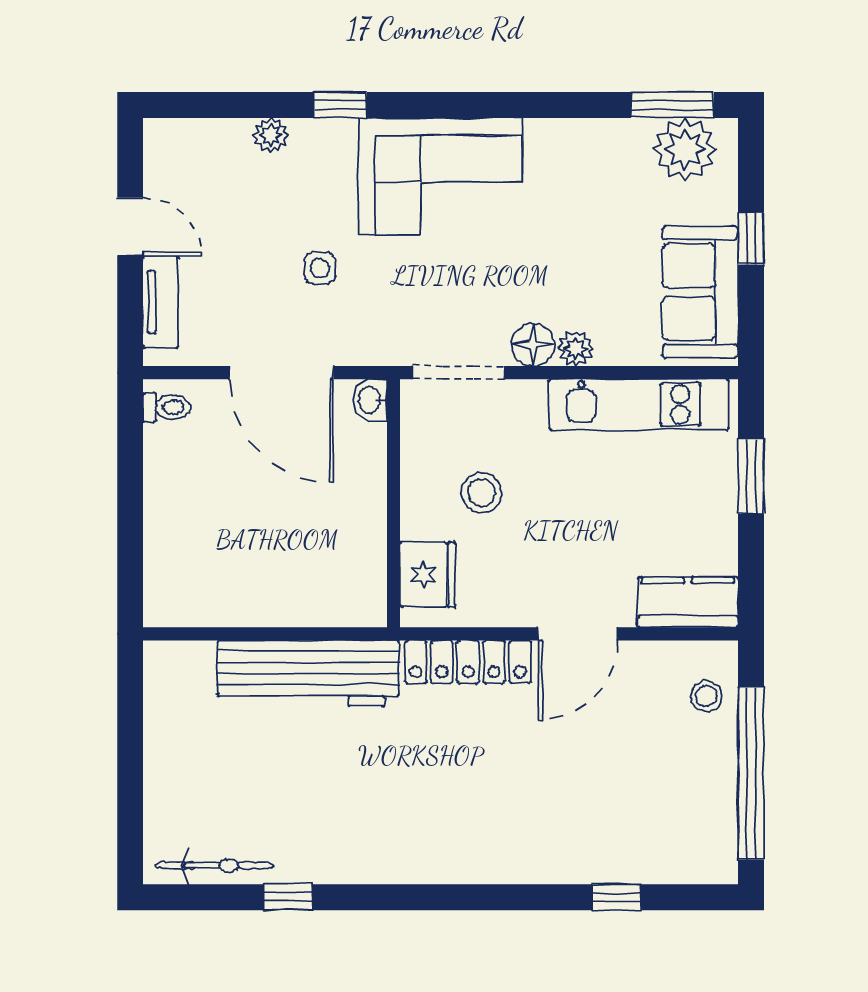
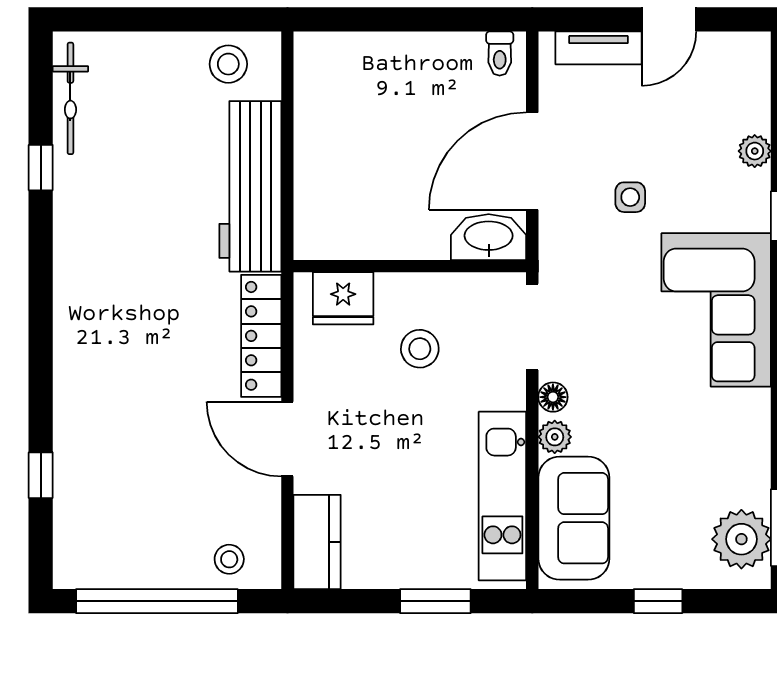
sofa: (700, 292) -> (574, 518), moved, turned 90
floor lamp: (533, 345) -> (553, 397), width x0.73, depth x0.73
washbasin: (370, 400) -> (489, 237), width x1.91, depth x1.45
stool: (178, 697) -> (228, 64), added

